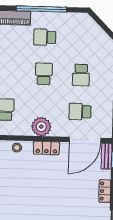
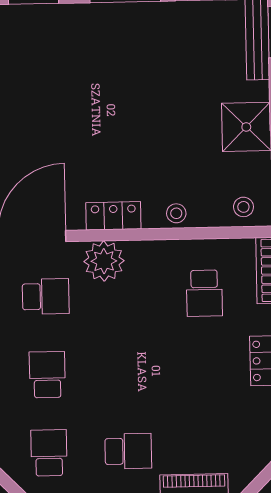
school desk: (44, 74) -> (49, 453), moved, turned 180
plant: (41, 127) -> (104, 261), moved

